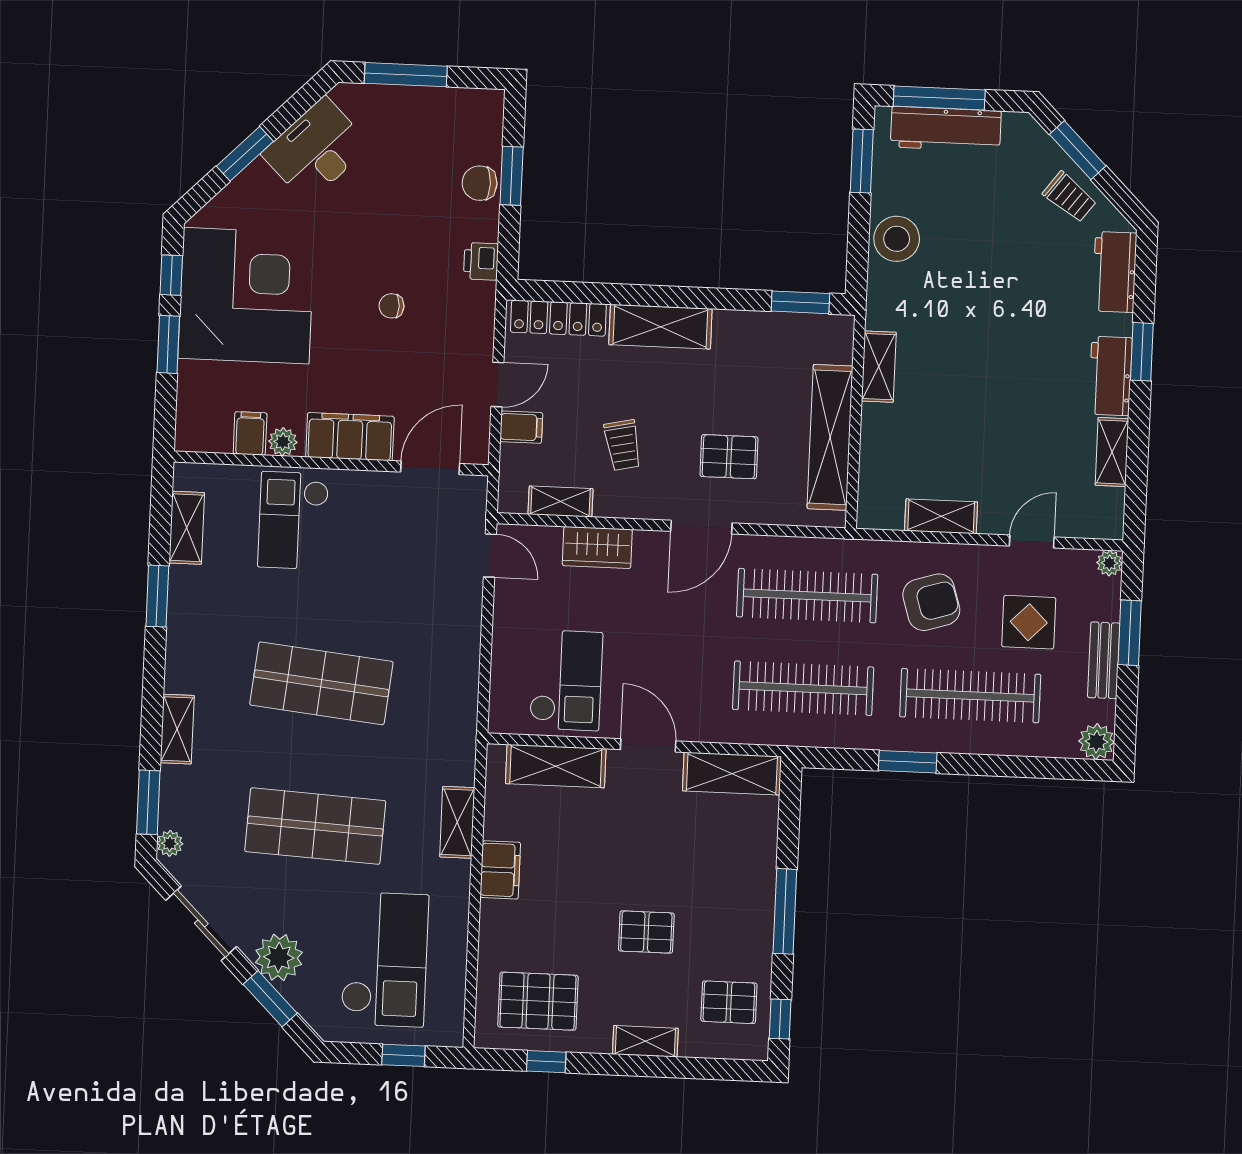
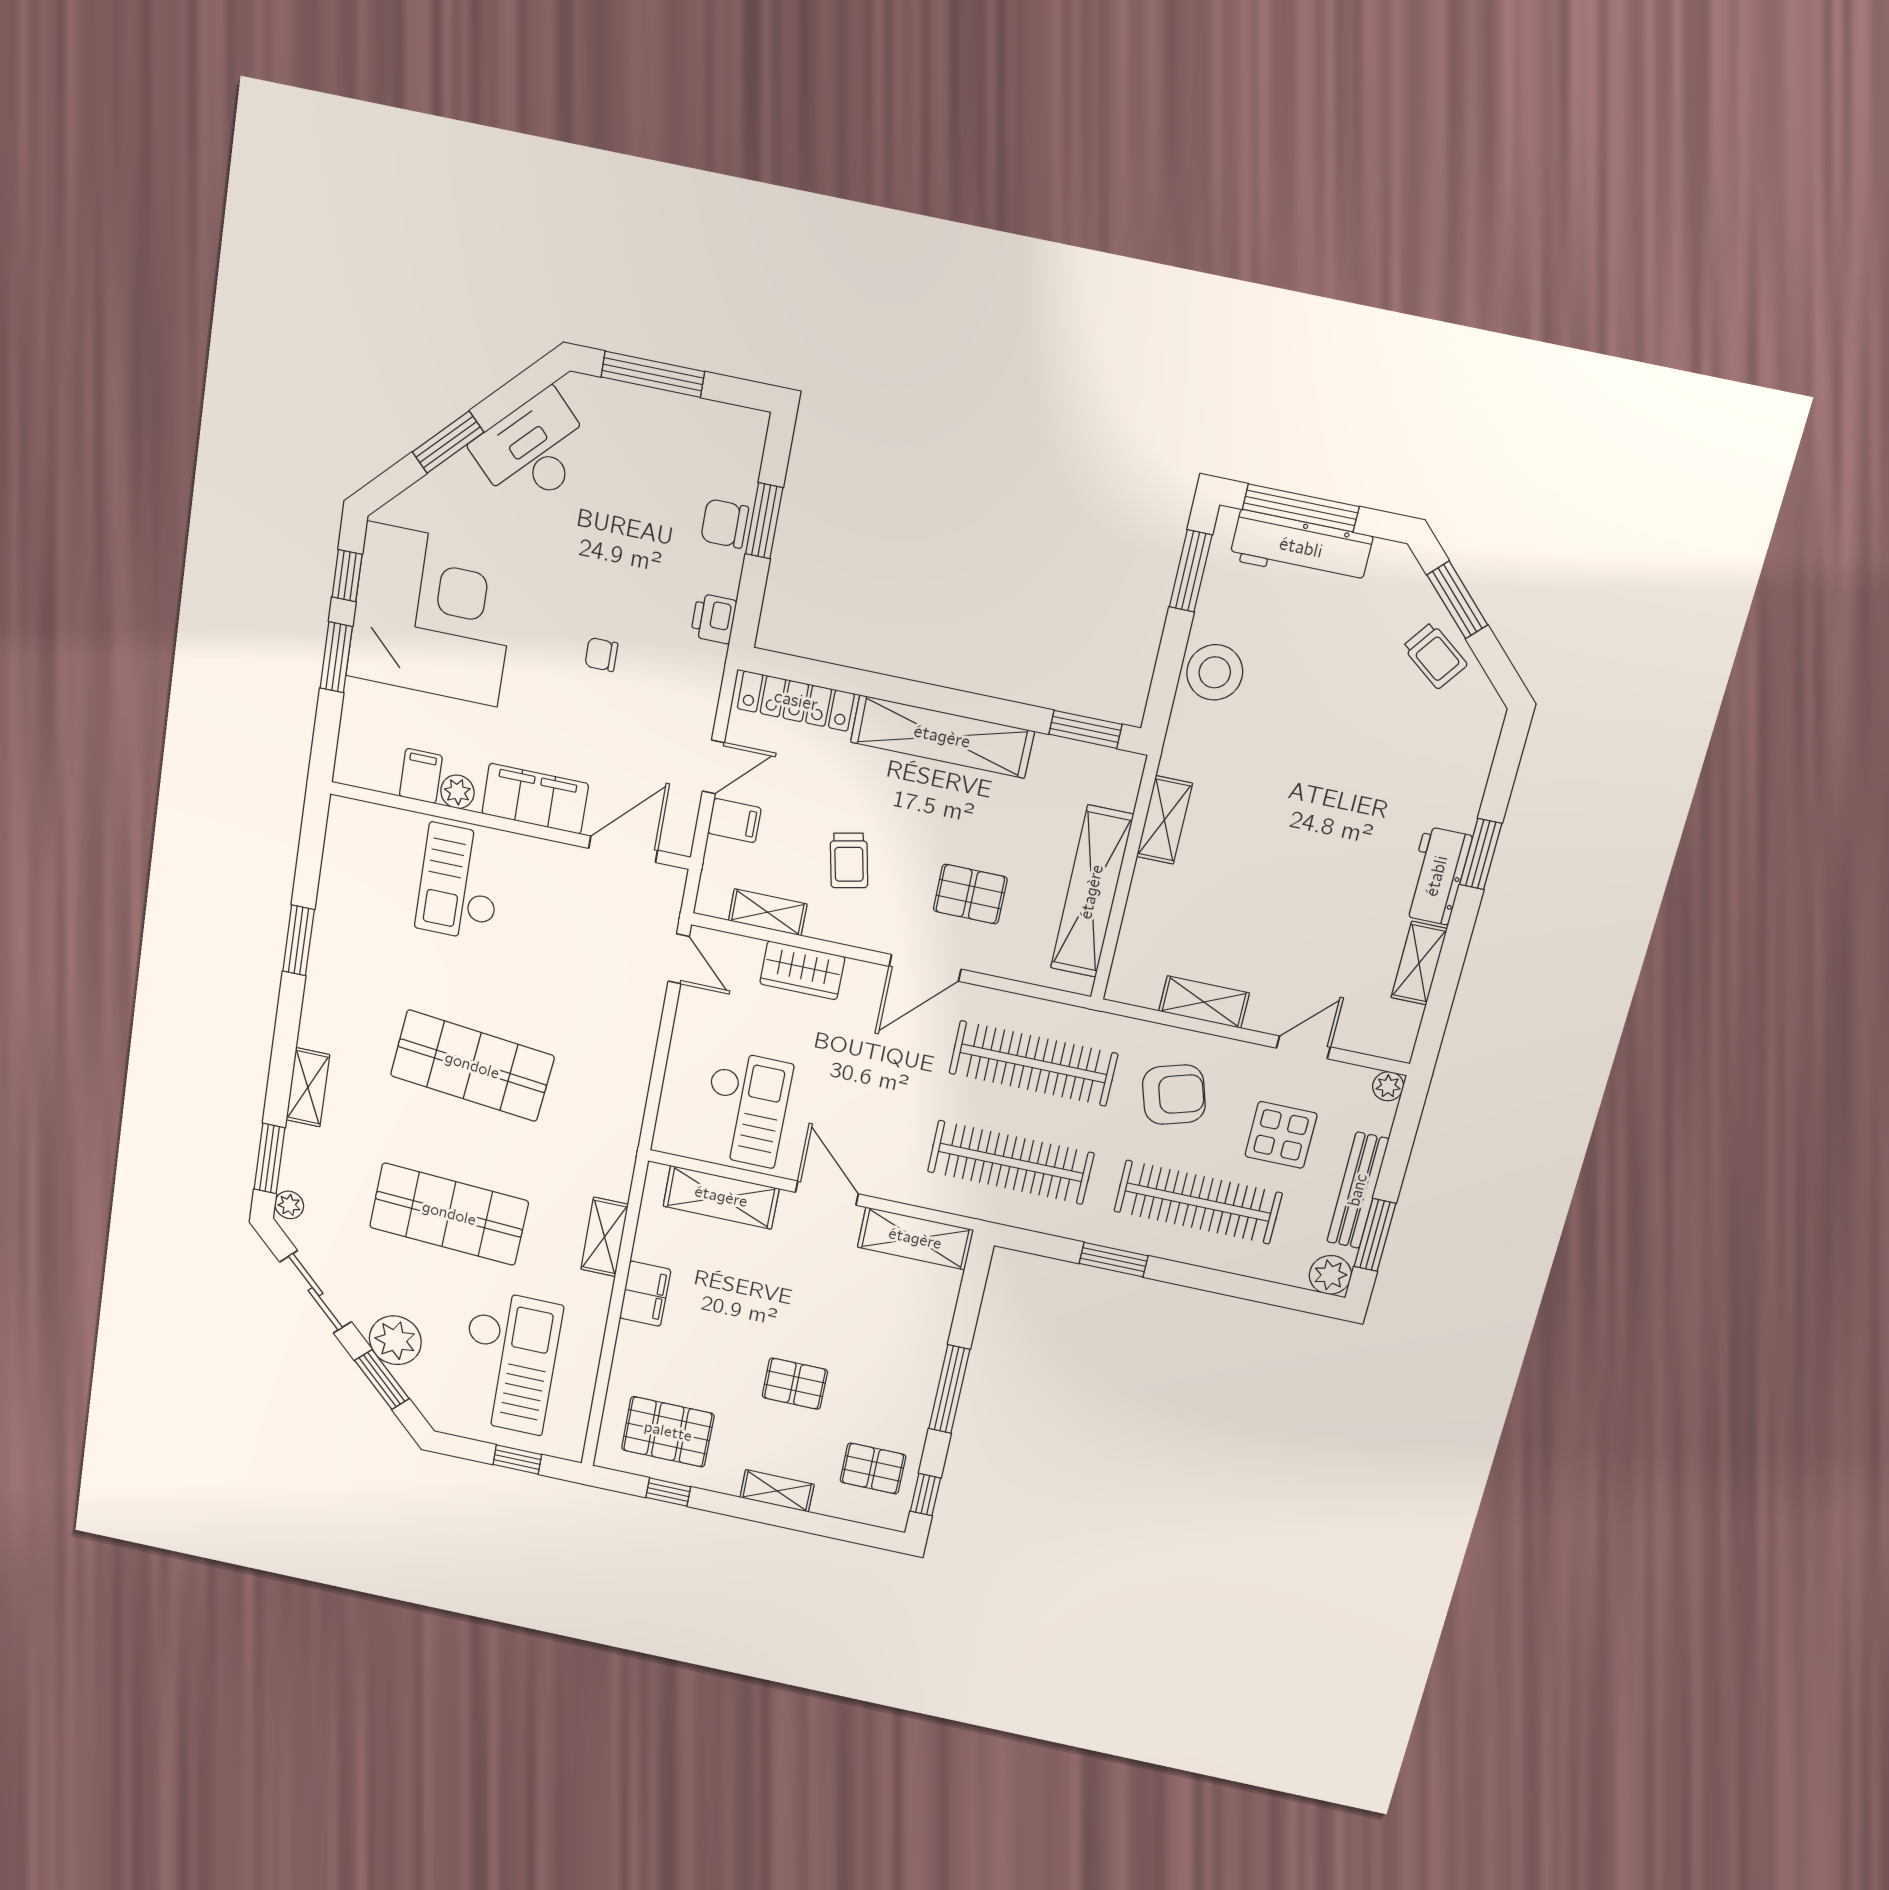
workbench: (1115, 272) -> (1469, 755), removed
shelving: (660, 327) -> (942, 737), width x1.47
shelving: (187, 528) -> (338, 871), removed
window: (1130, 633) -> (1375, 1235), moved
bench: (1104, 660) -> (1358, 1190), width x1.36

